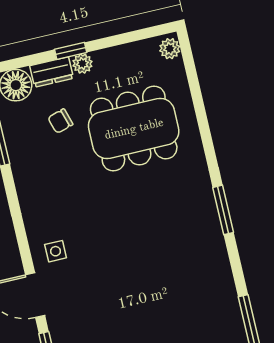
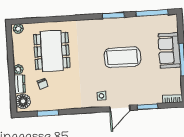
window: (71, 51) -> (12, 74), removed
window: (223, 210) -> (113, 15), moved
coffee table: (146, 282) -> (122, 57), added

